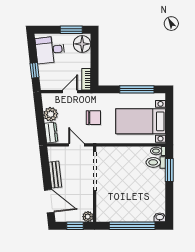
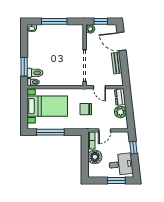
window: (71, 30) -> (116, 180), moved
floor lamp: (82, 44) -> (95, 157), moved
window: (132, 226) -> (54, 21), width x0.68

